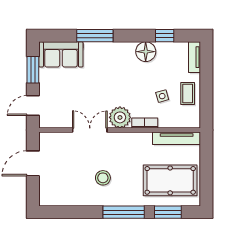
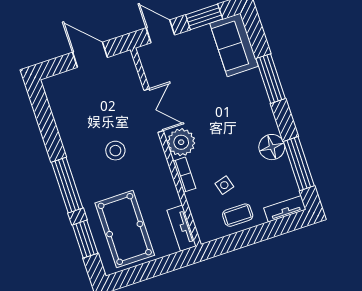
window: (165, 36) -> (299, 164), width x2.17
tv unit: (177, 138) -> (182, 228), width x0.71
stool: (103, 178) -> (115, 151), moved

